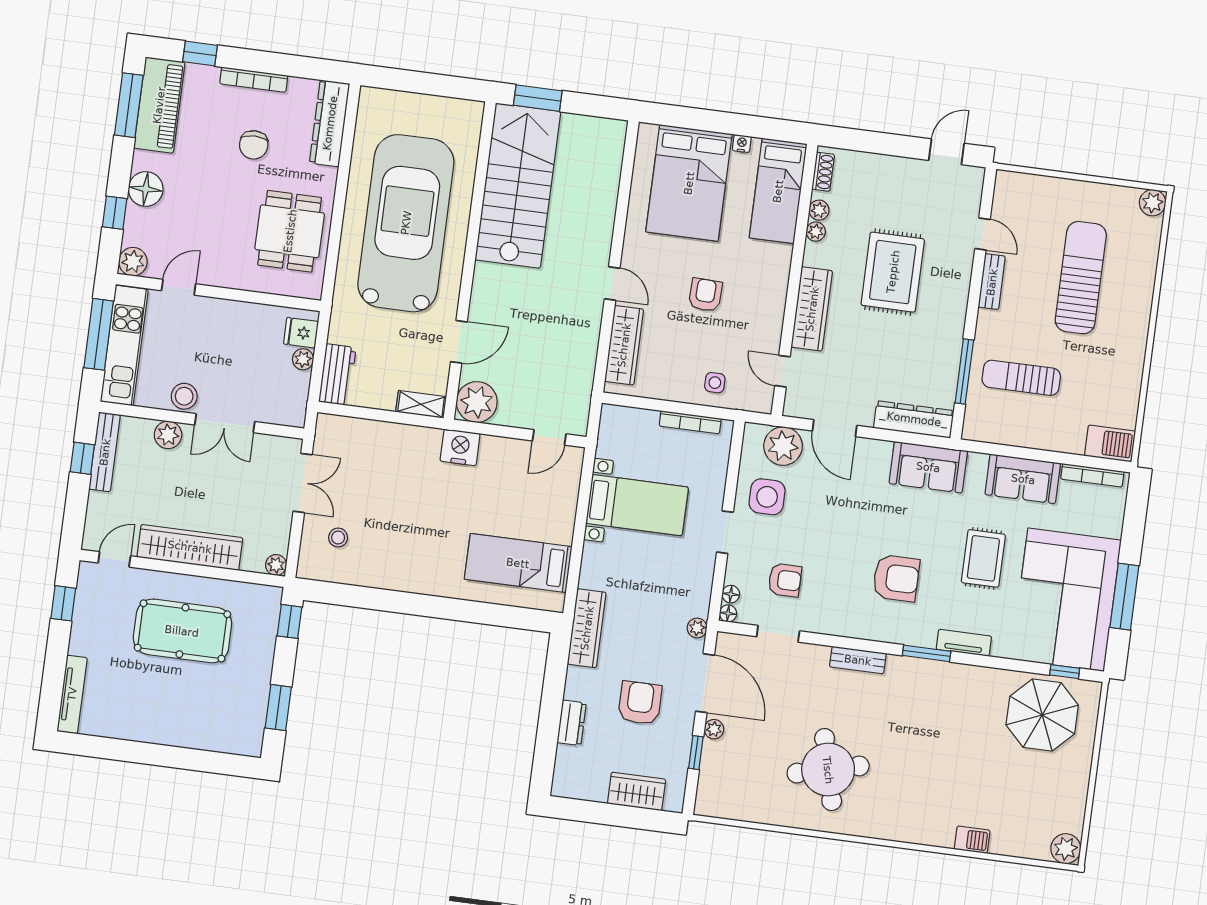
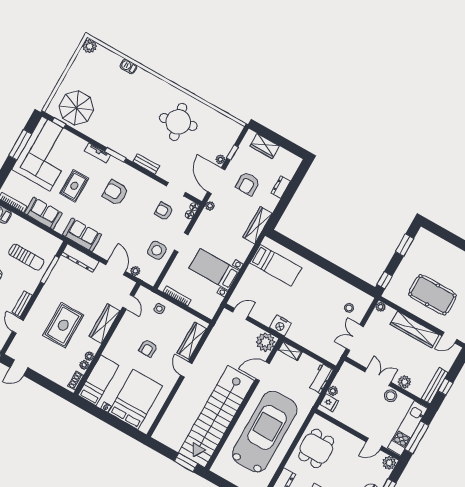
stairs: (518, 186) -> (216, 417), width x1.36
car: (406, 223) -> (265, 432), turned 180
plant: (783, 446) -> (135, 271), width x0.53, depth x0.53

